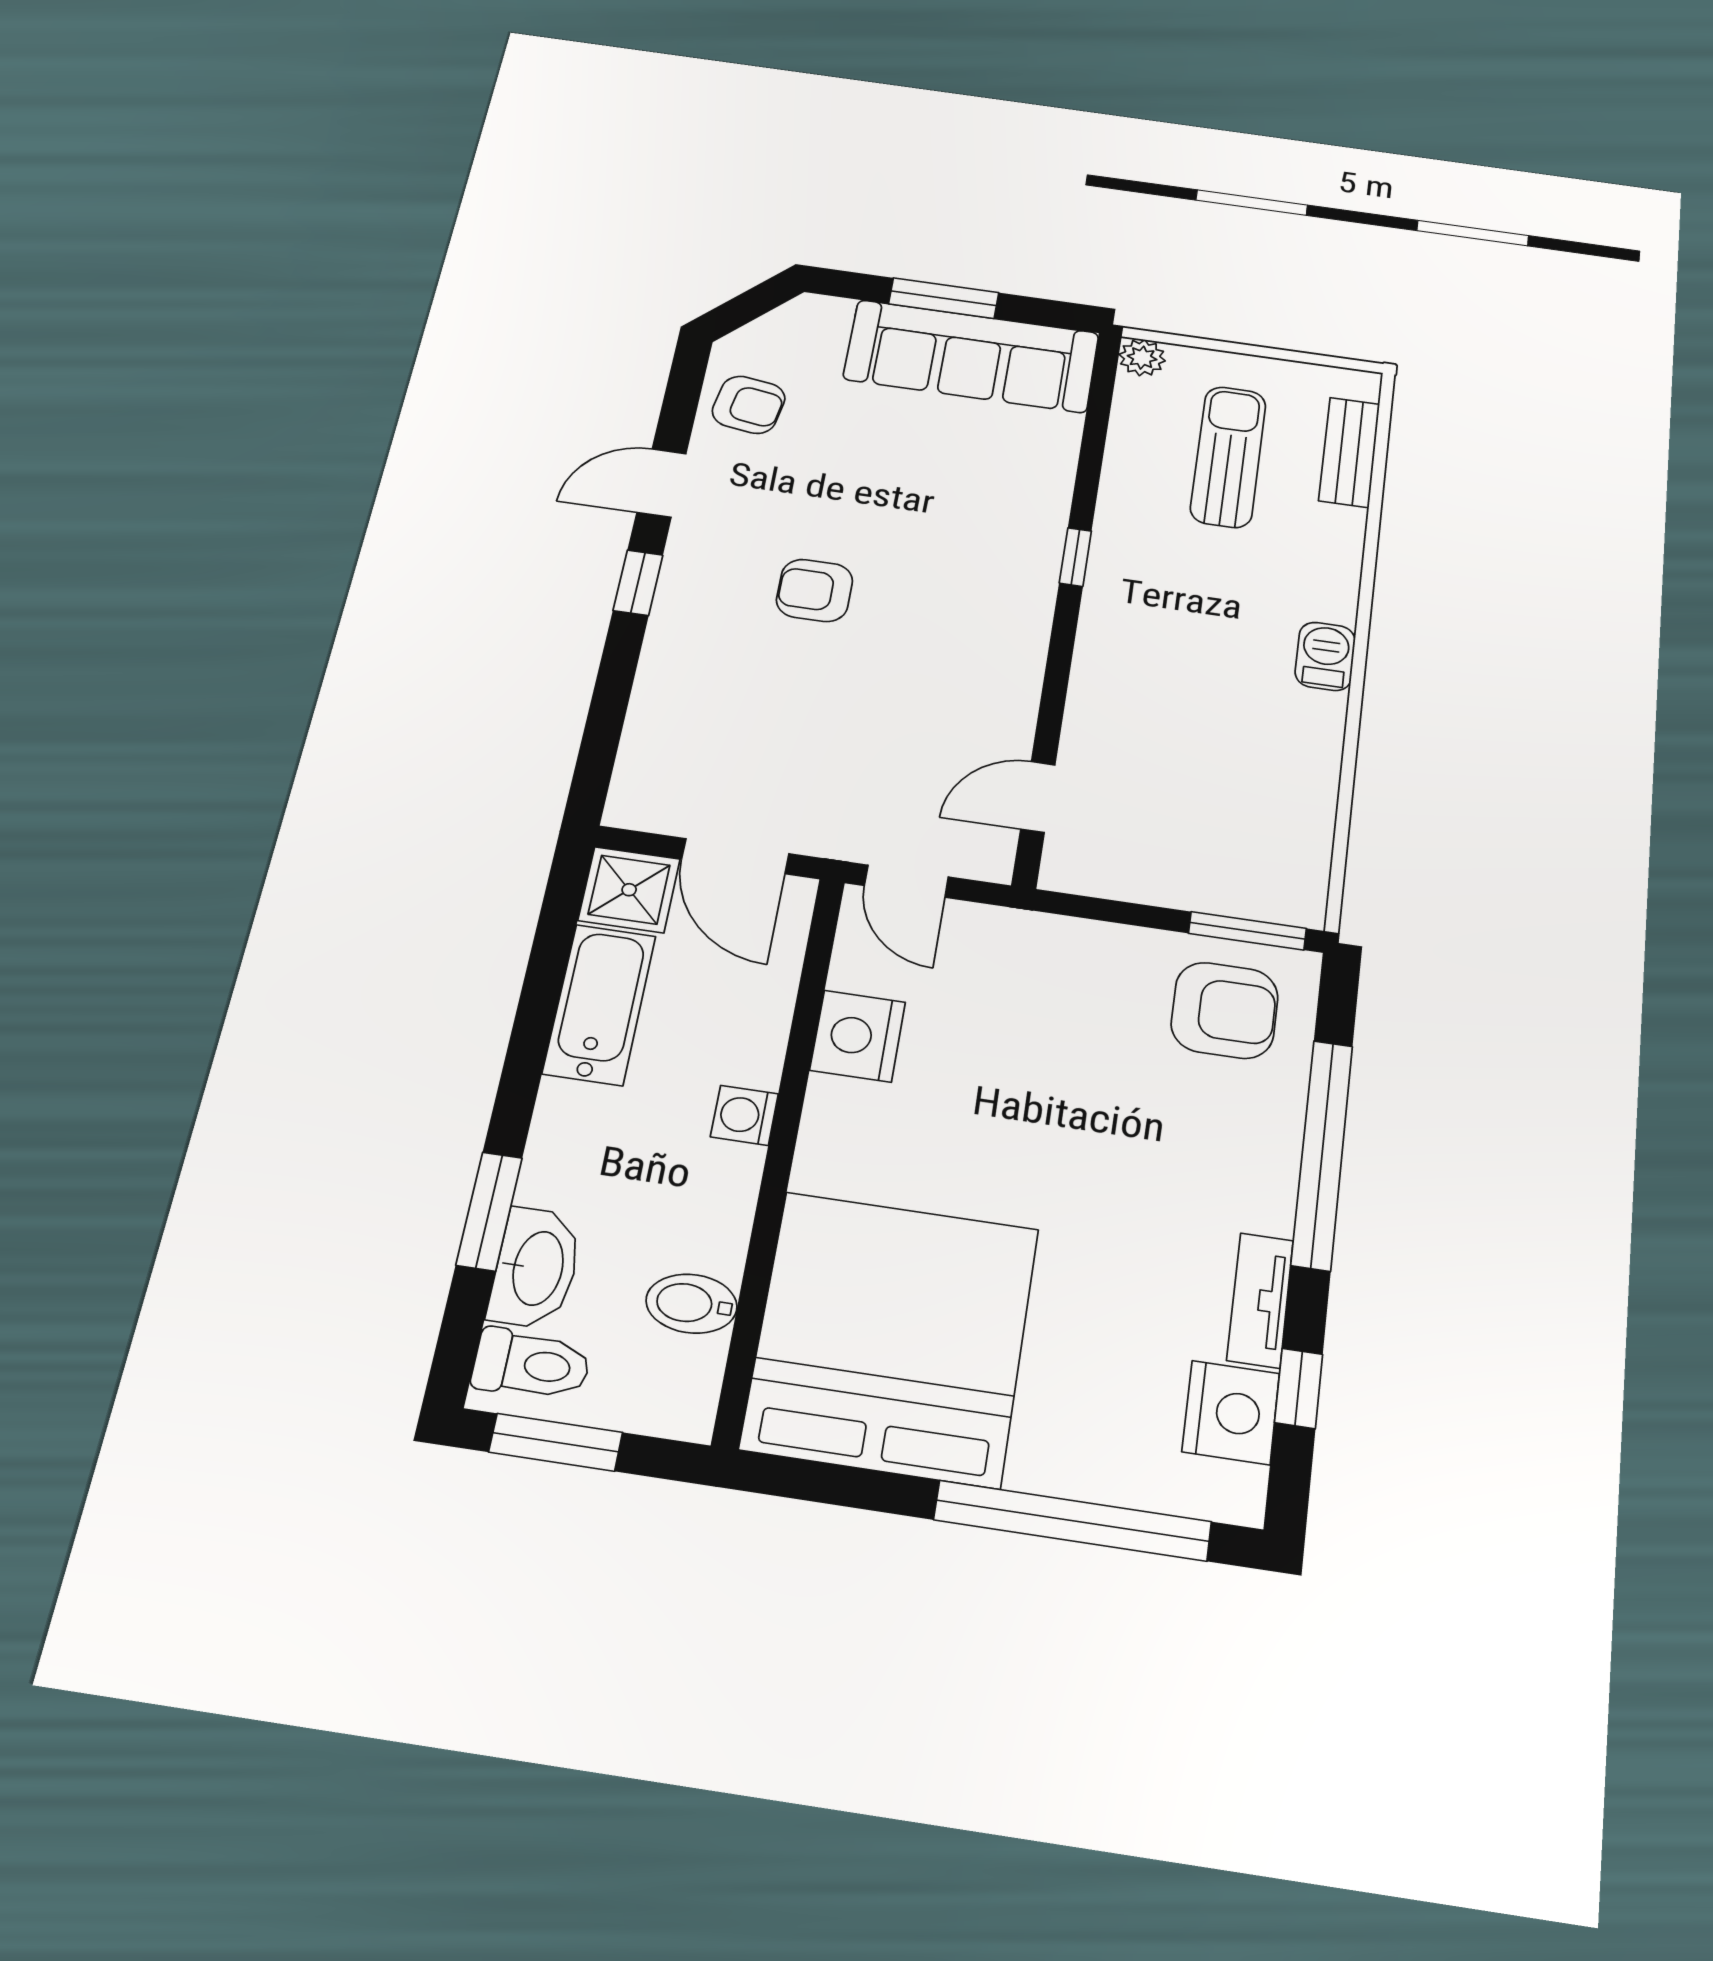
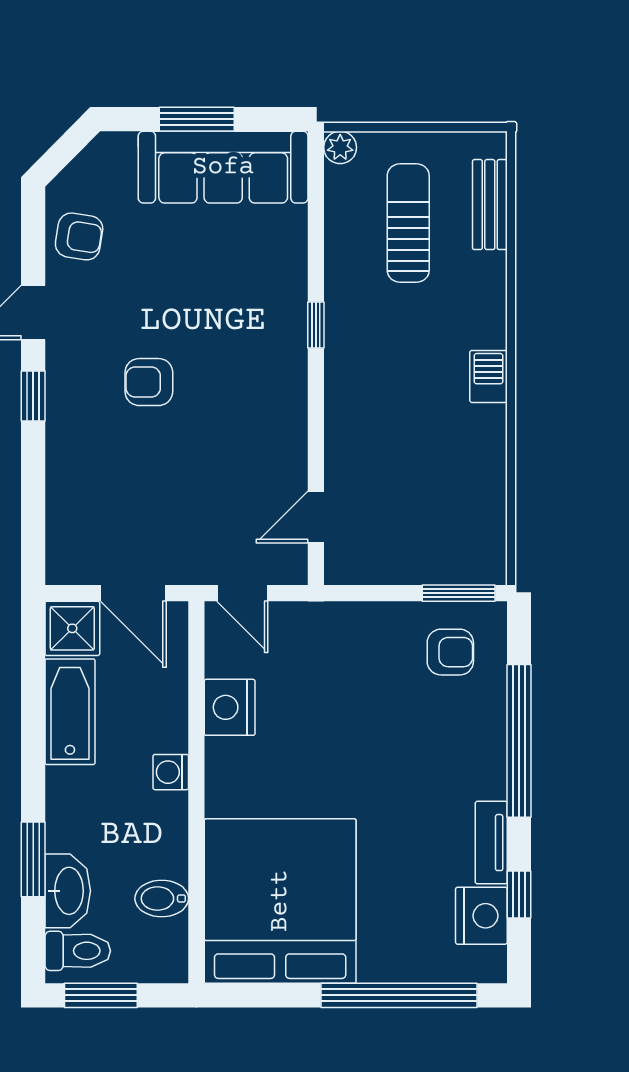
armchair: (1225, 1010) -> (450, 652), width x0.72, depth x0.72

